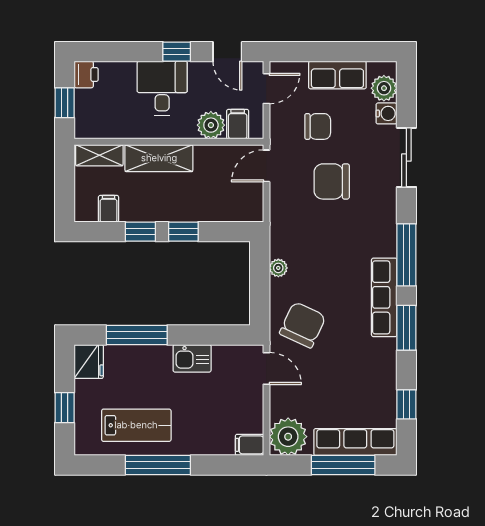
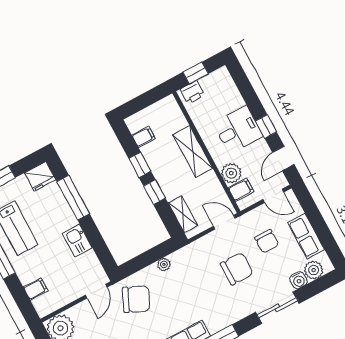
printer: (86, 74) -> (192, 92), moved
shelving: (99, 155) -> (183, 214), moved
chair: (332, 181) -> (237, 269), turned 90
filing cabinet: (249, 445) -> (36, 289), moved, turned 90

